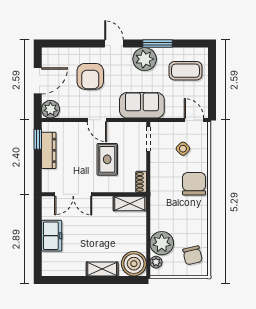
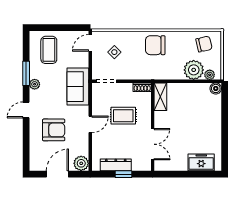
plant: (145, 59) -> (35, 84), width x0.53, depth x0.53
door: (38, 81) -> (57, 174), hinge flipped
window: (38, 139) -> (123, 174), moved
chair: (194, 184) -> (155, 45), moved
freezer: (52, 236) -> (201, 162), moved
boiler: (134, 264) -> (216, 88), width x0.54, depth x0.54
shelving: (102, 269) -> (215, 120), removed

